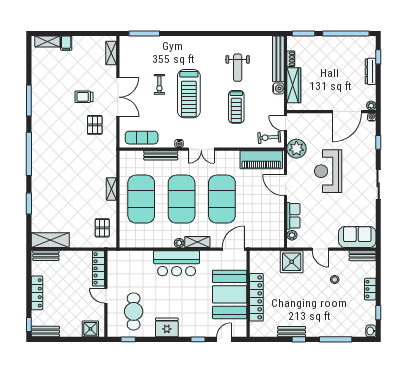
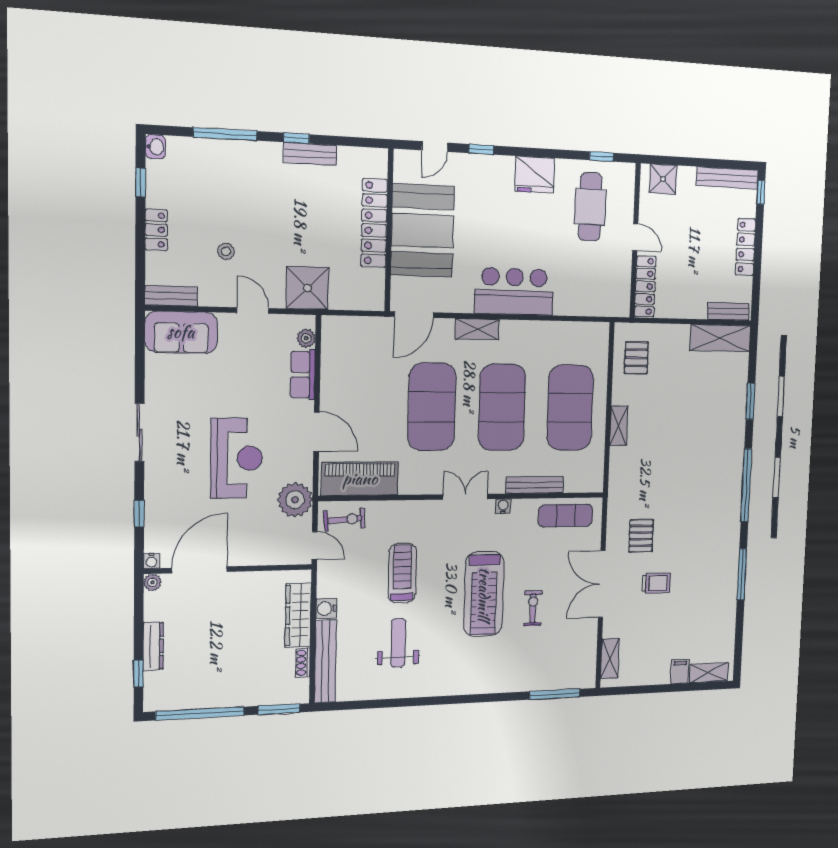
treadmill: (189, 94) -> (484, 594), turned 180
plant: (179, 243) -> (509, 328), removed
bench: (45, 332) -> (727, 178), width x1.36

